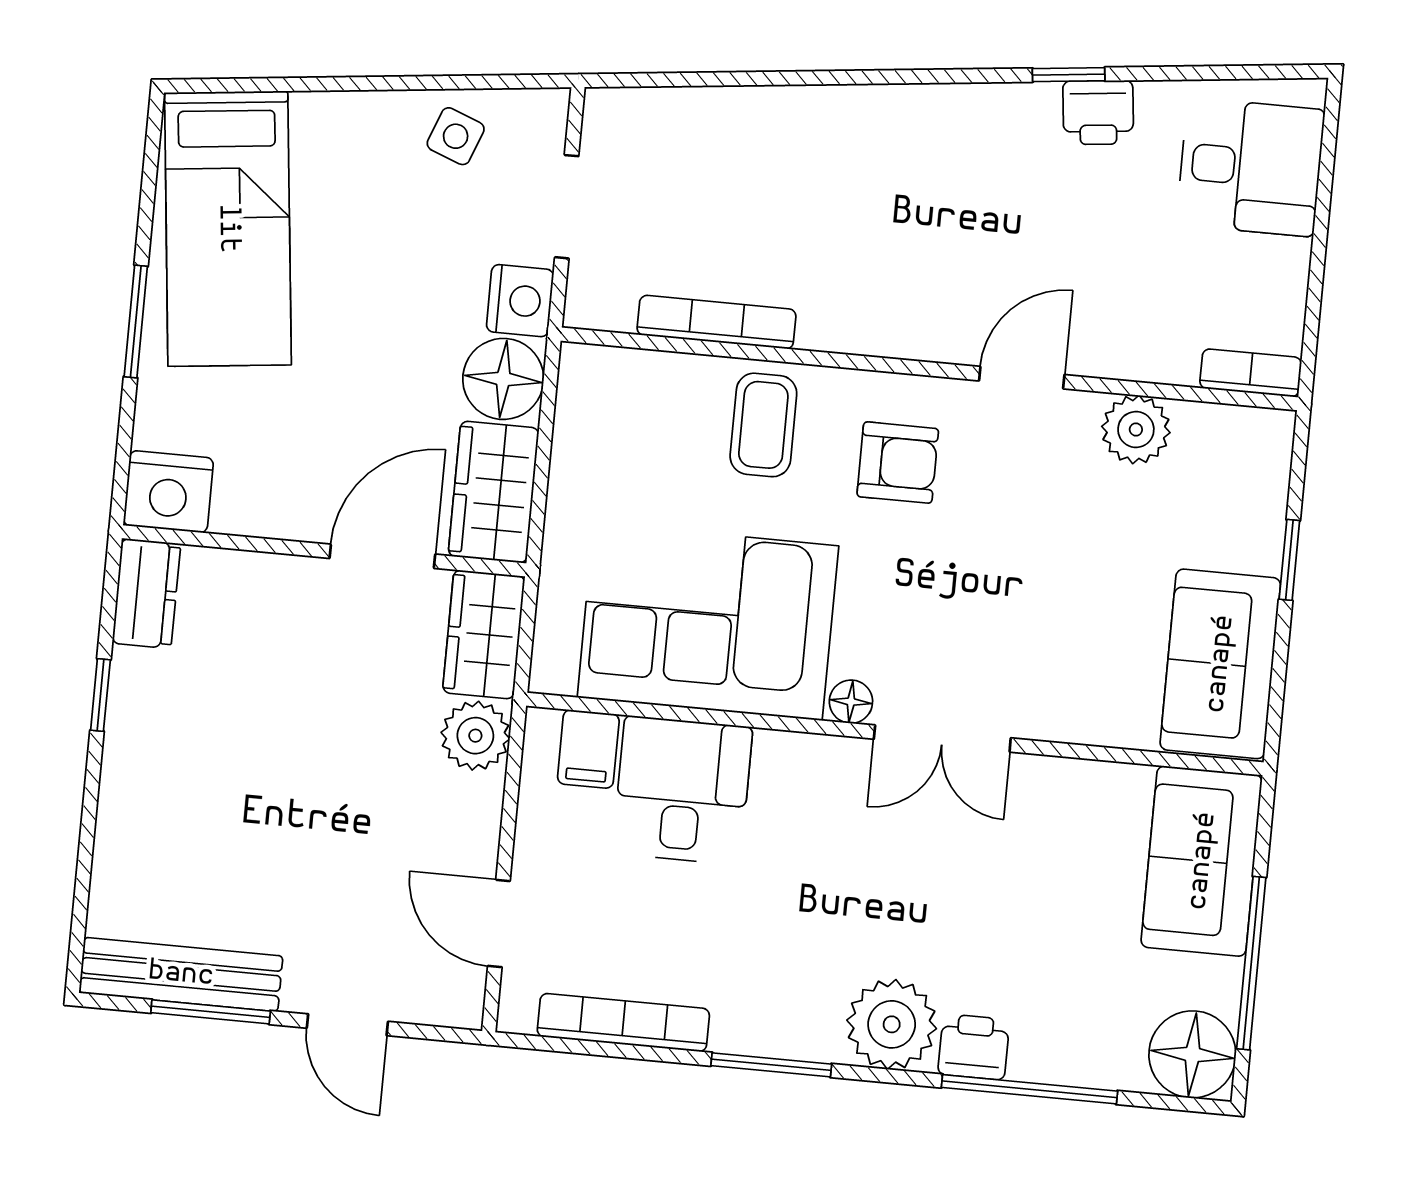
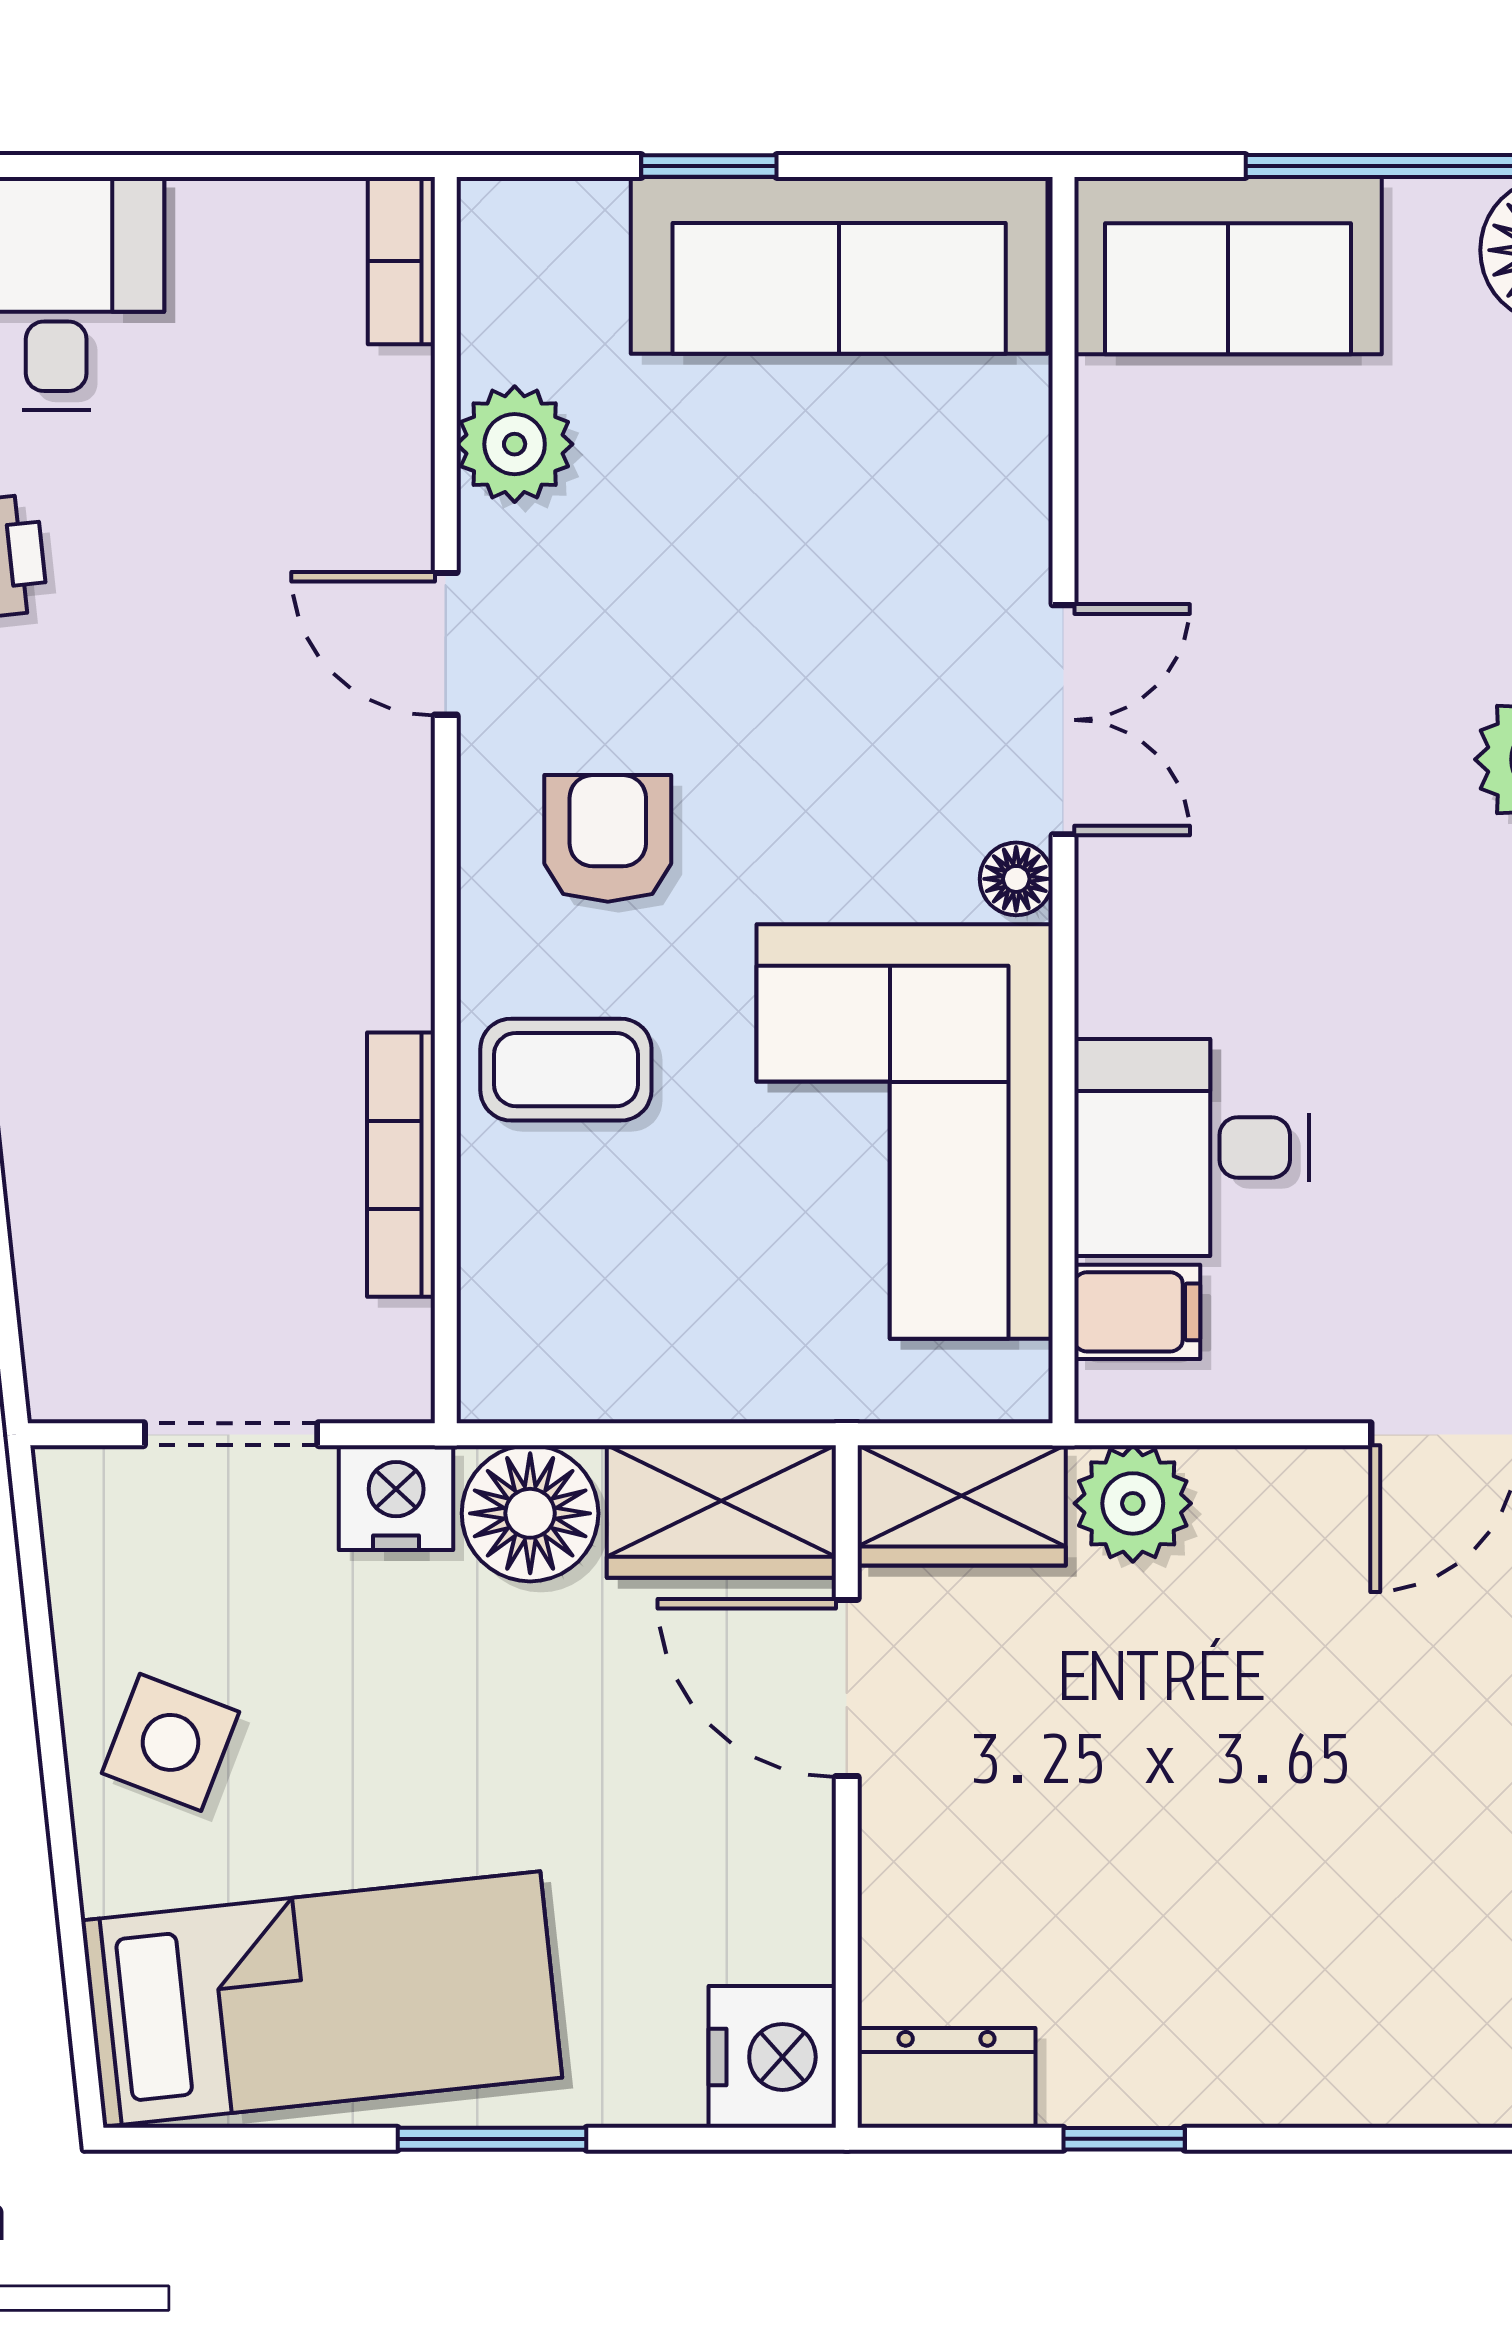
side table: (456, 136) -> (170, 1742), moved, width x1.37, depth x1.37
sofa: (1220, 664) -> (839, 265), width x1.36

